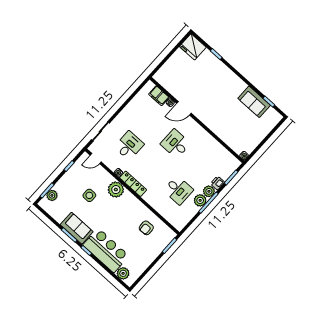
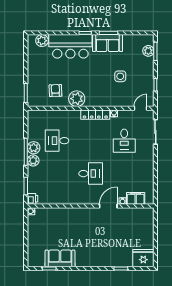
printer: (217, 183) -> (32, 199), moved
plant: (116, 190) -> (77, 99), moved

